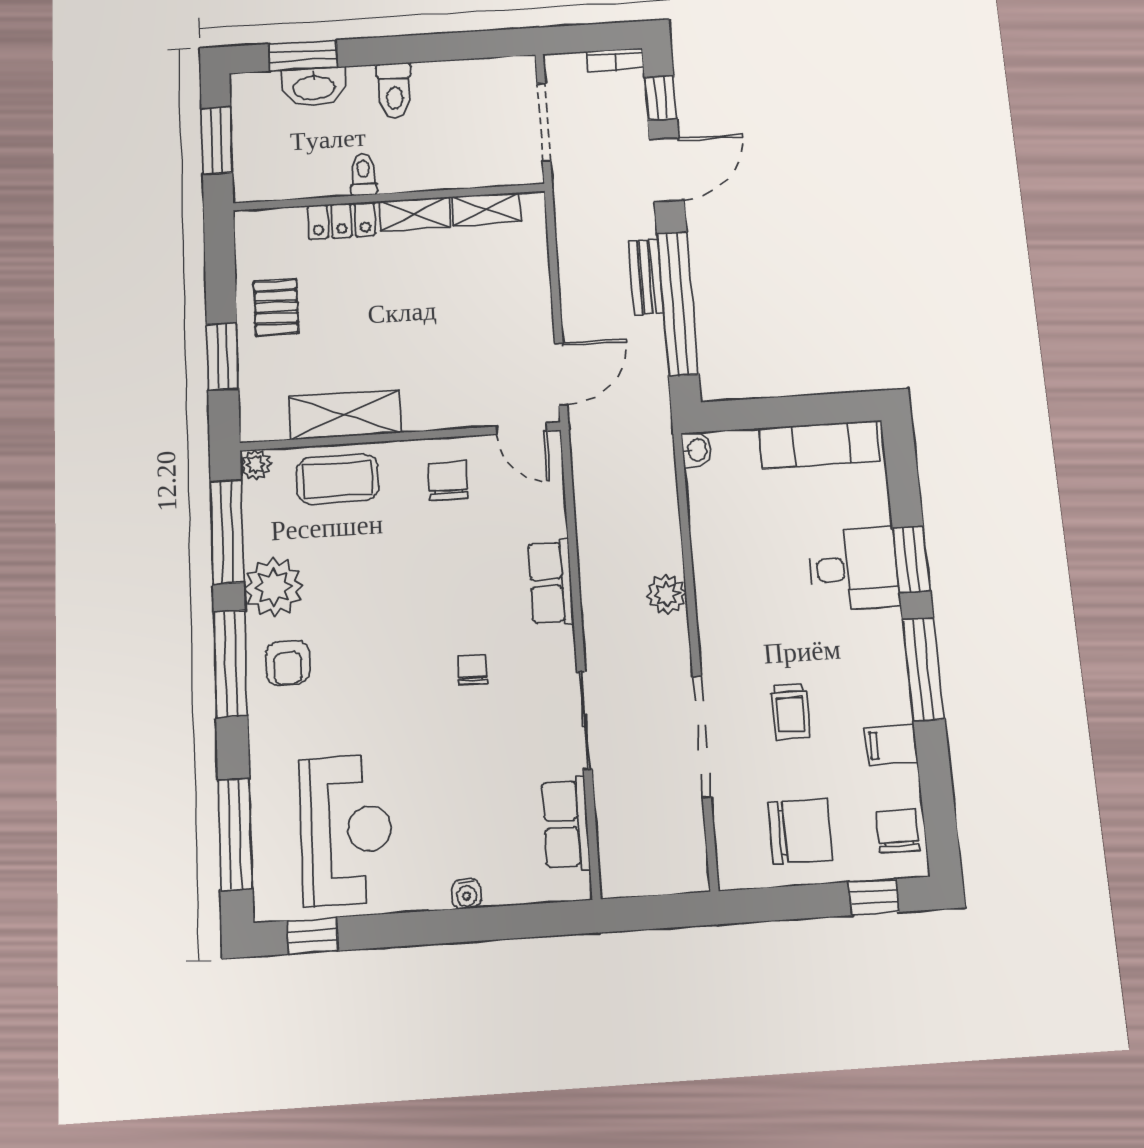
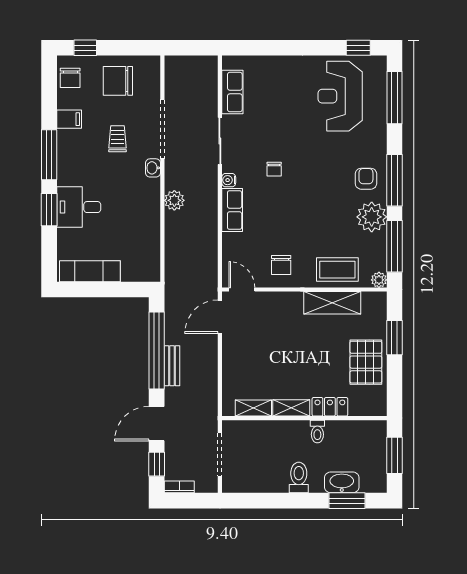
pallet: (276, 307) -> (366, 362), width x1.50, depth x1.42
washbasin: (697, 450) -> (153, 168), moved
water cooler: (466, 894) -> (229, 180), moved, turned -90

